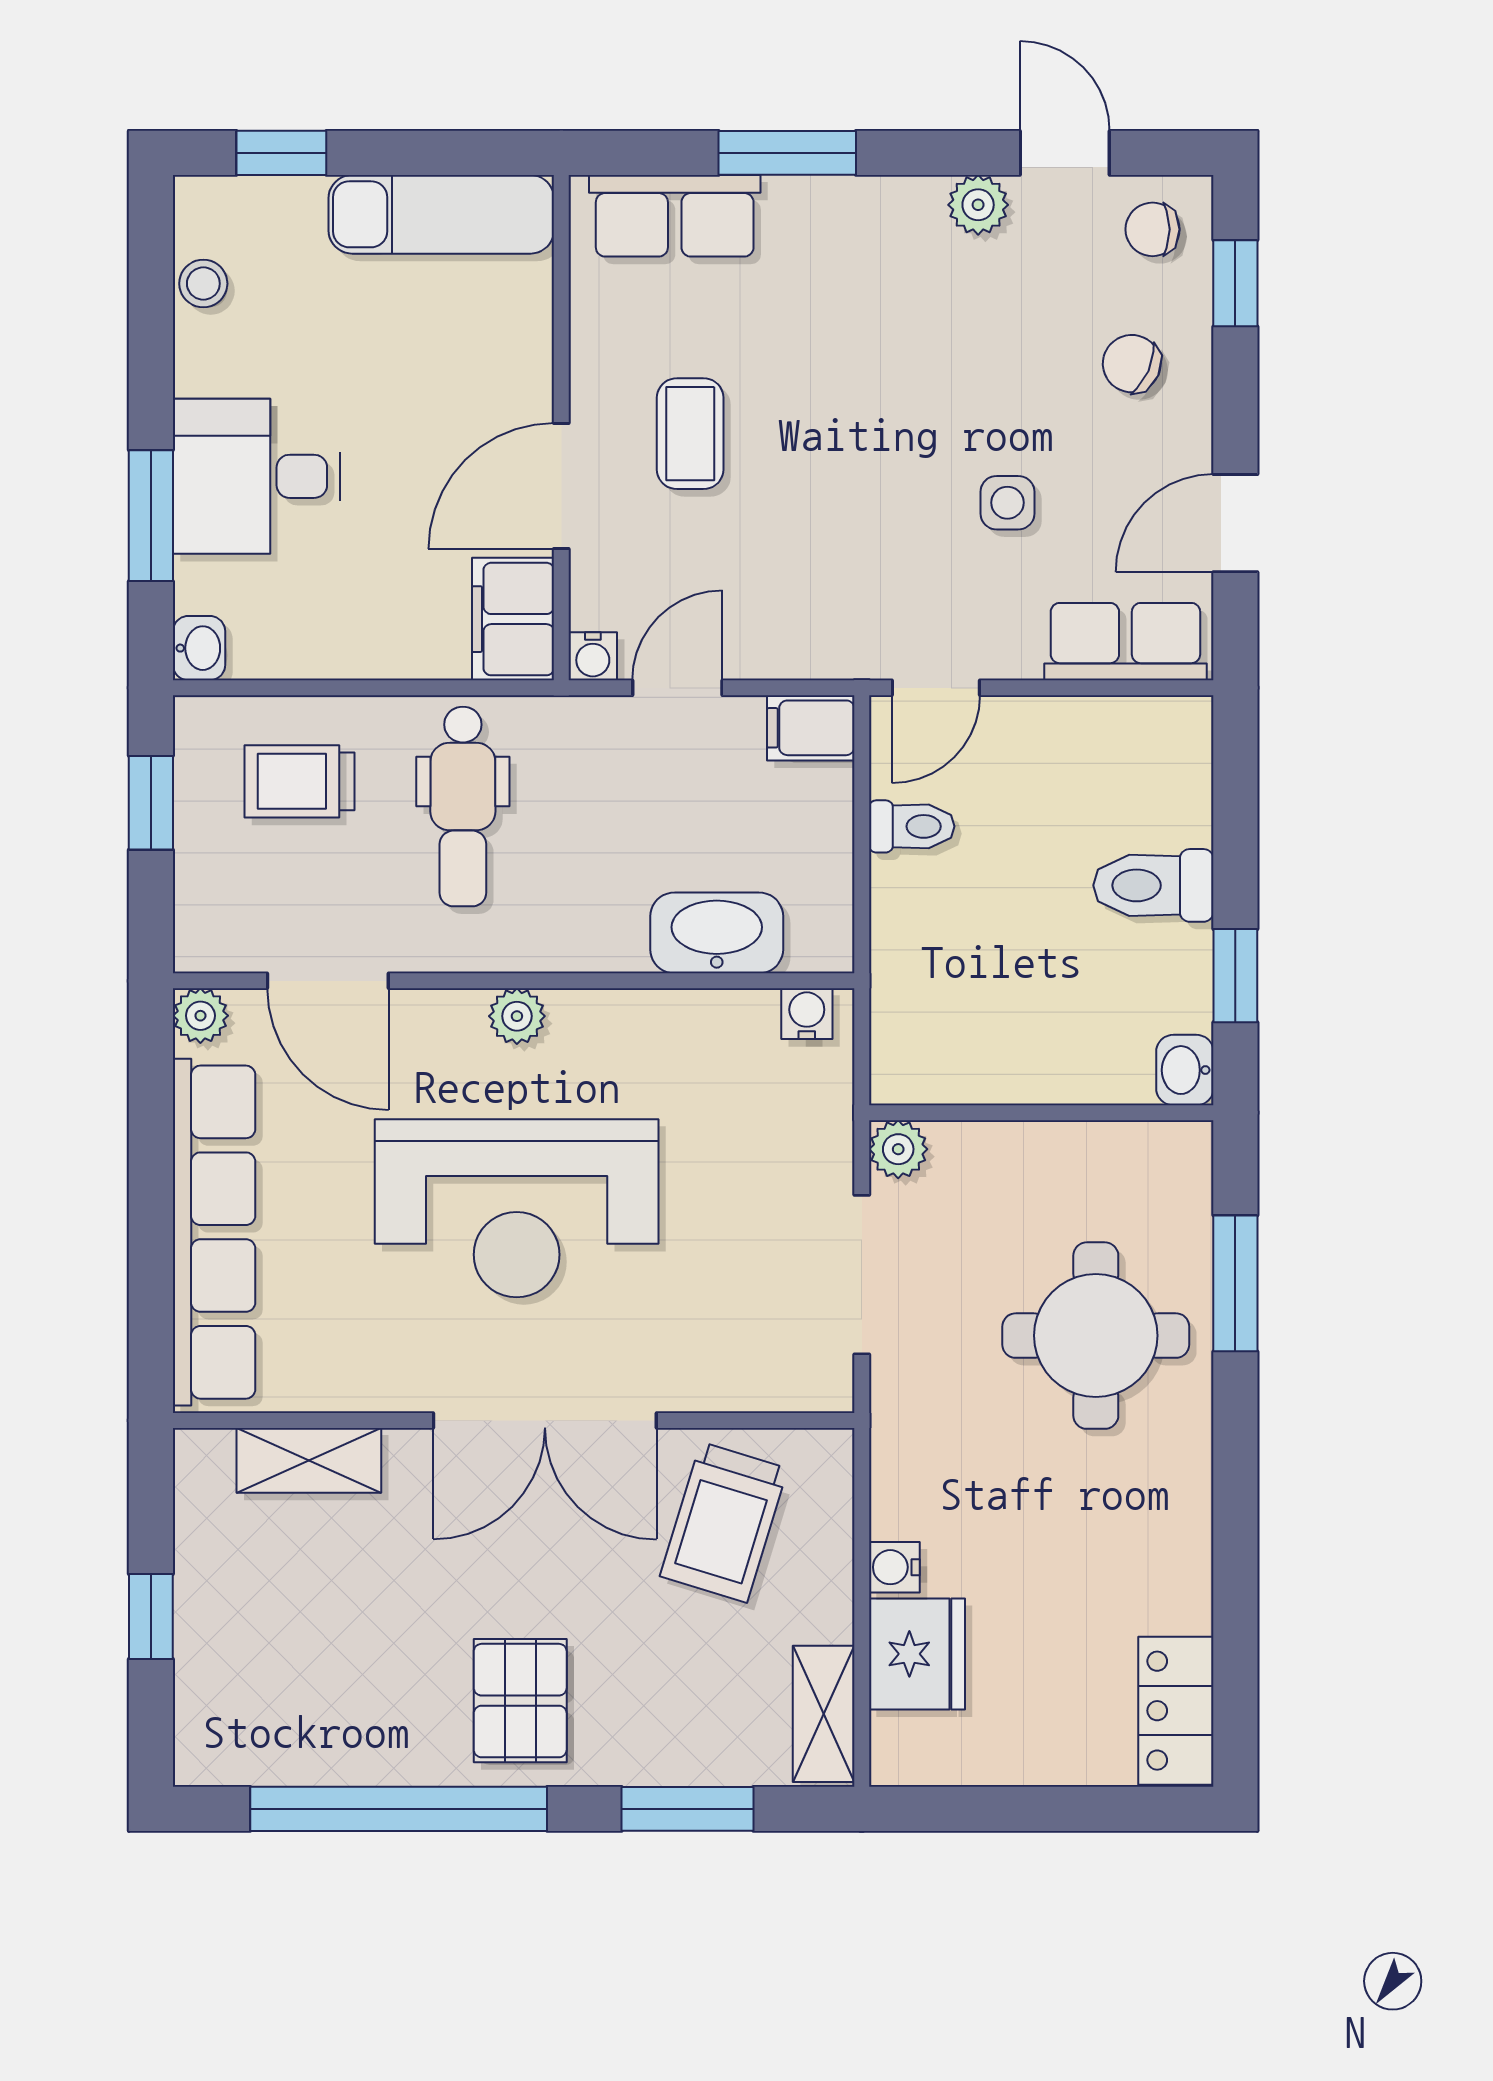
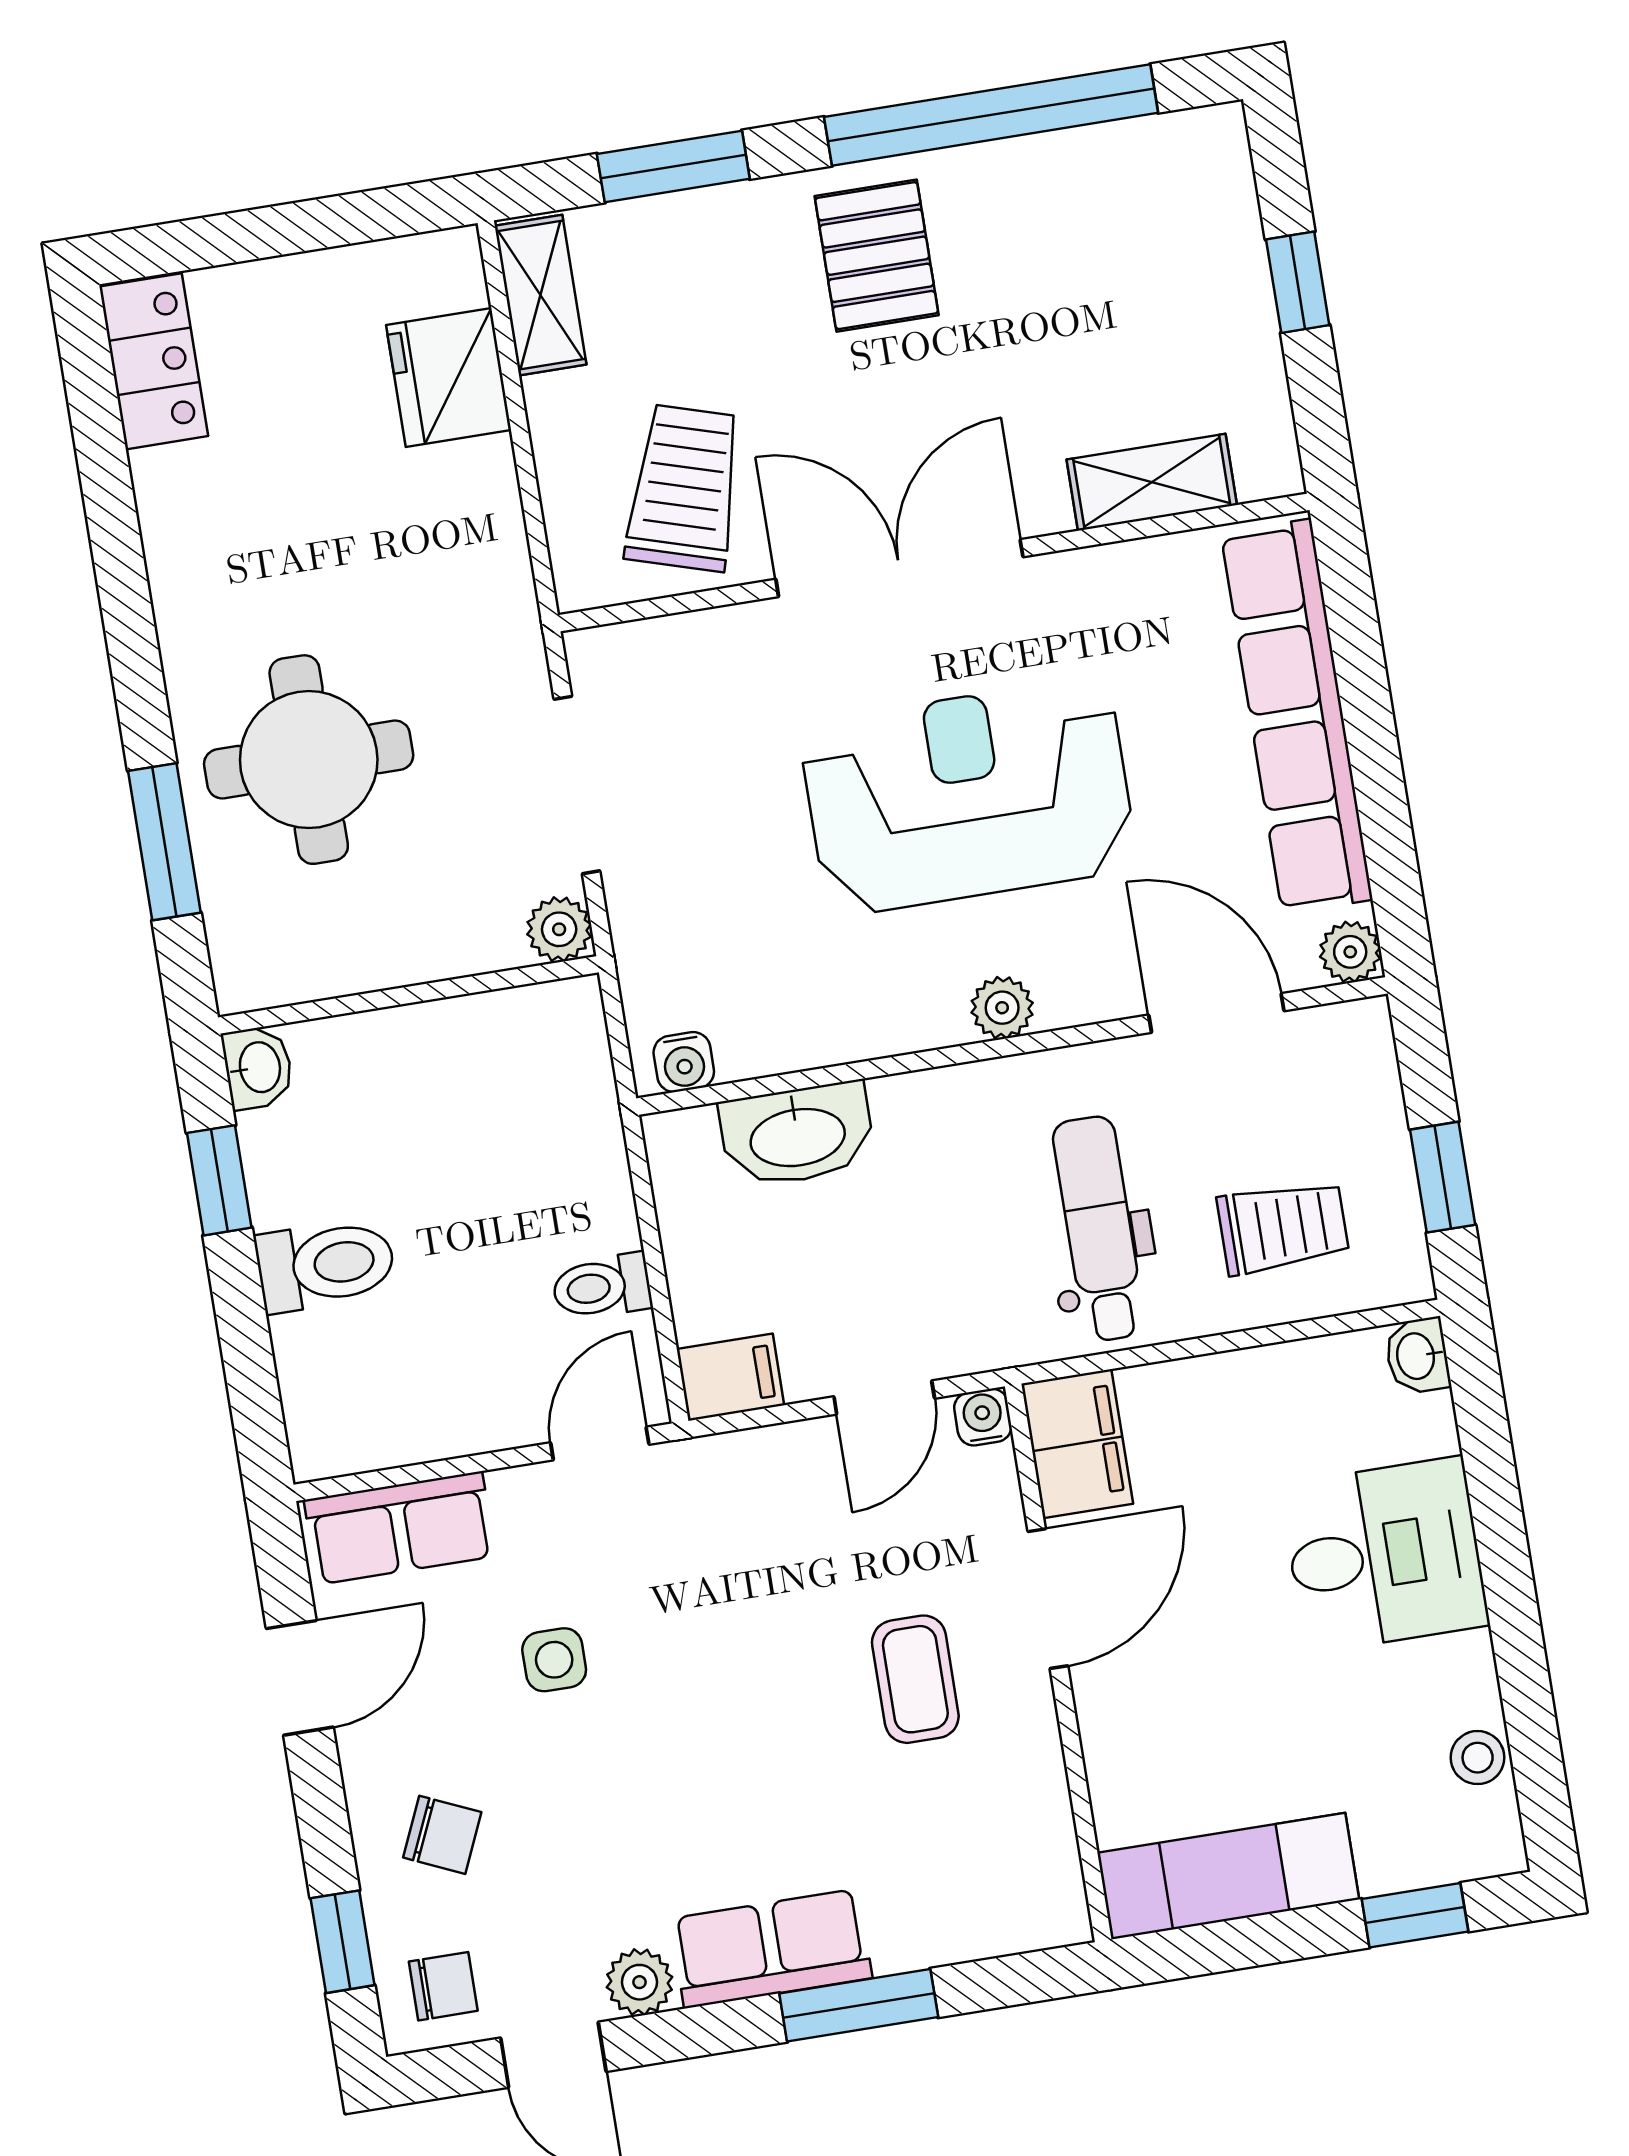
row of seats: (675, 216) -> (771, 1948), moved
window: (151, 516) -> (1494, 1493), removed
water cooler: (894, 1567) -> (489, 469), removed

